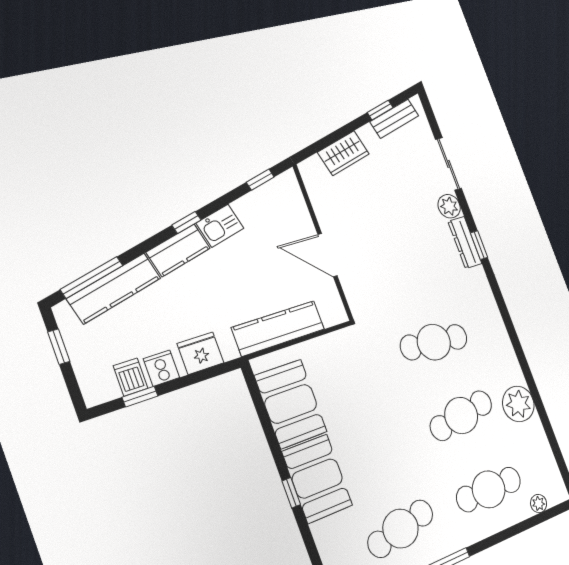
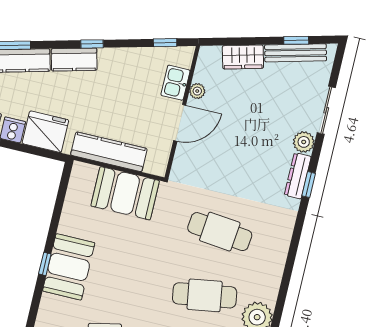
bench: (394, 119) -> (296, 53), width x1.36
plant: (323, 212) -> (197, 91), added
kitchen sink: (220, 226) -> (175, 83), moved, turned 104
door: (328, 255) -> (180, 123), swing flipped
fridge: (201, 353) -> (45, 132), width x1.36, depth x1.34
booth: (291, 404) -> (125, 193), moved, turned 90

